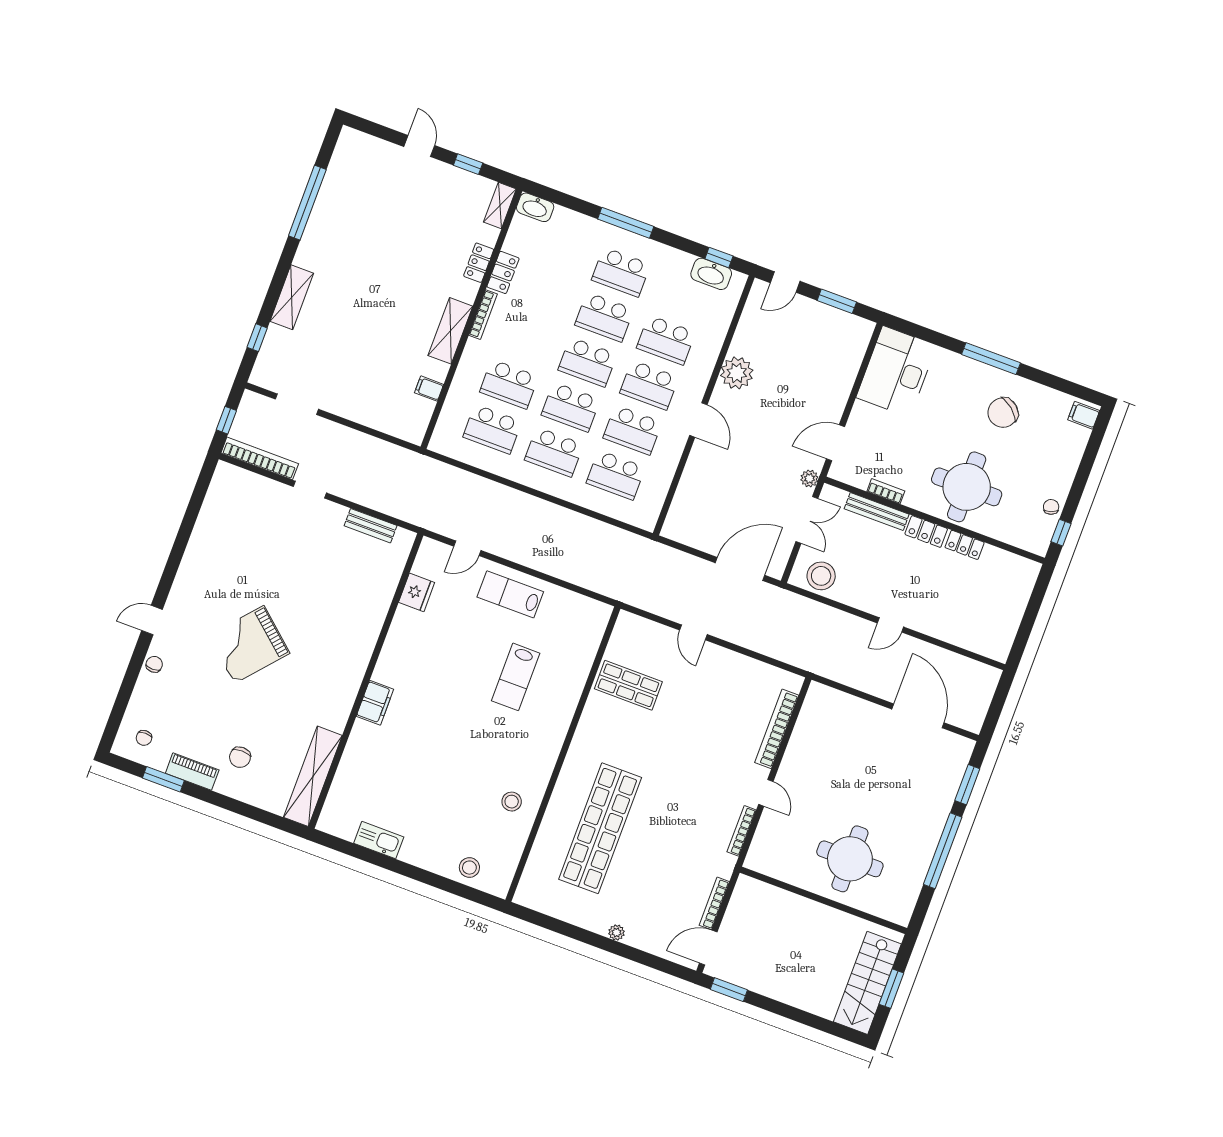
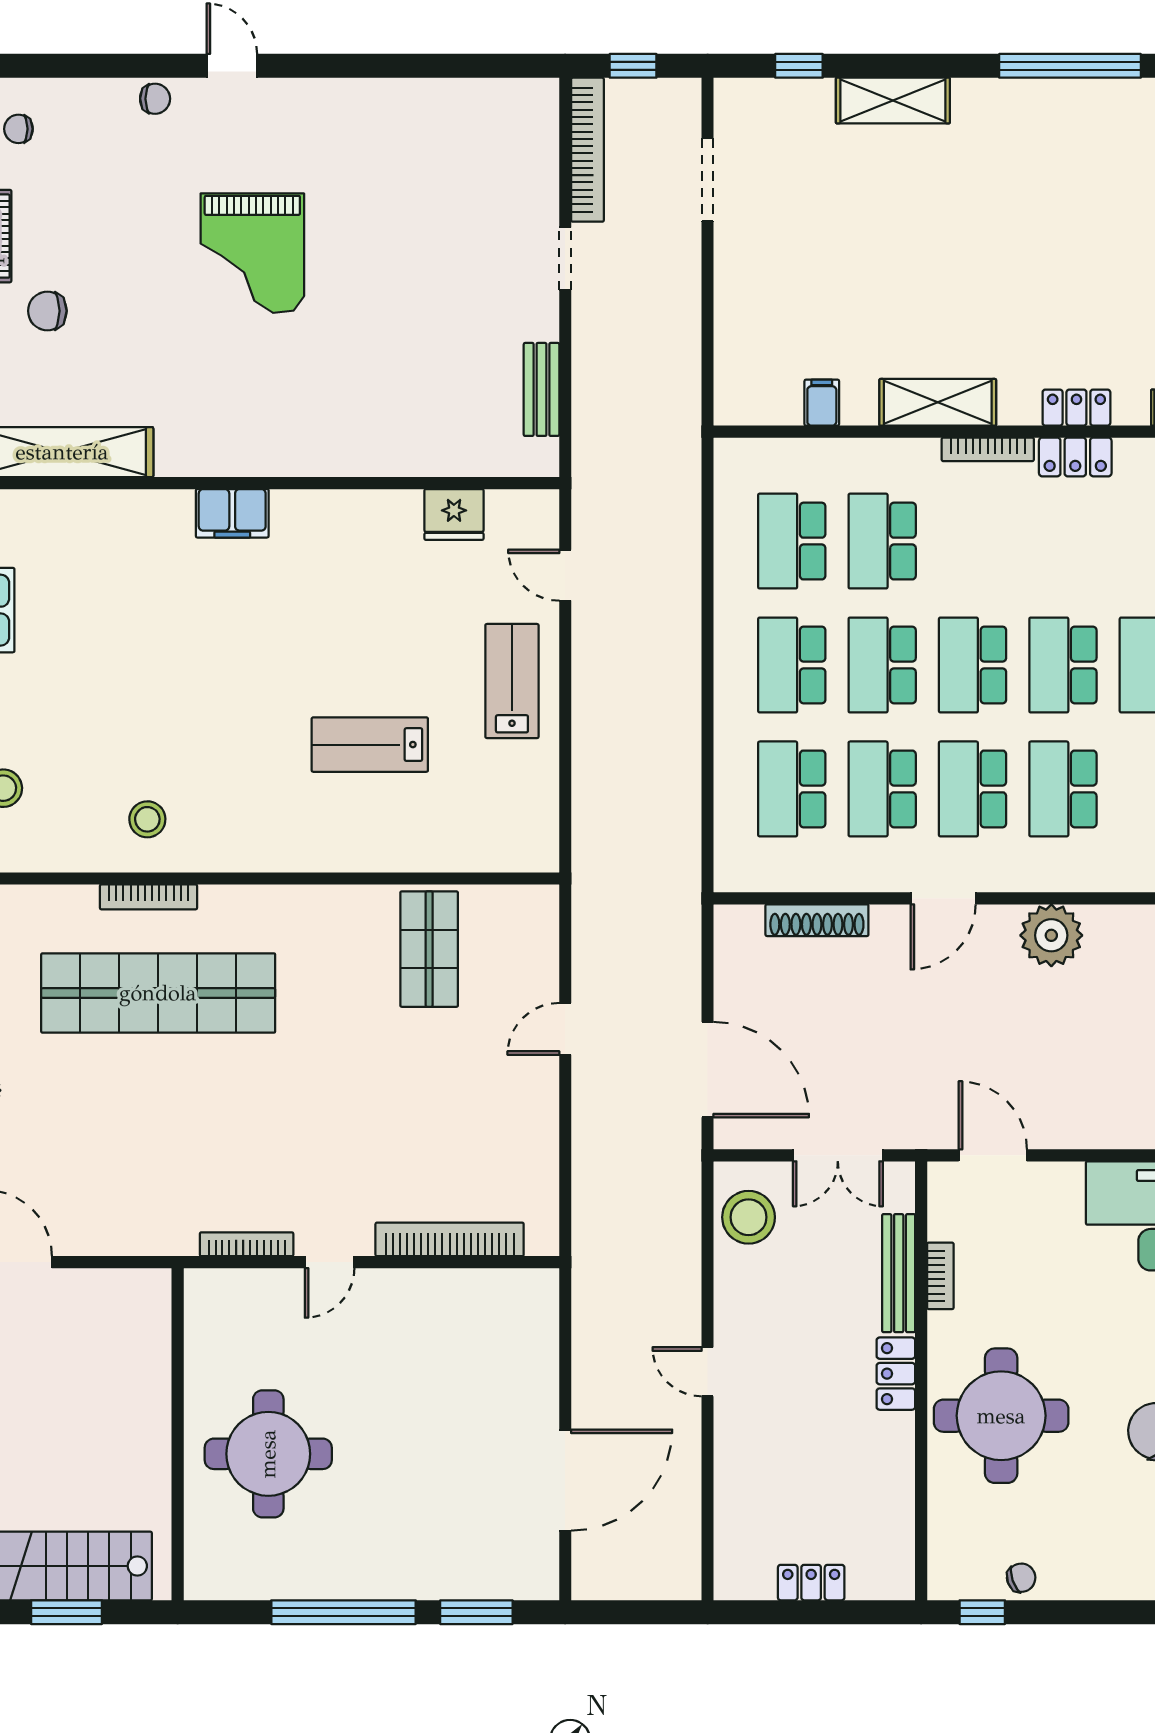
plant: (809, 479) -> (913, 1133), removed
shoe rack: (686, 487) -> (817, 920), added
locker: (965, 545) -> (811, 1583), moved, turned 90
grand piano: (249, 644) -> (252, 253), turned -131
bookcase: (714, 903) -> (148, 897), moved, turned 180

